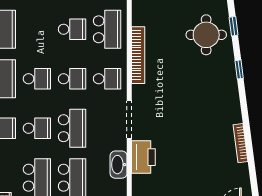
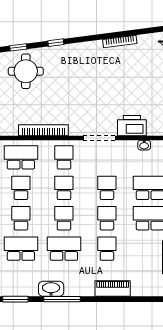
school desk: (37, 29) -> (21, 218), added
school desk: (72, 128) -> (107, 188), width x0.54
washbasin: (119, 165) -> (144, 145), width x0.52, depth x0.69

